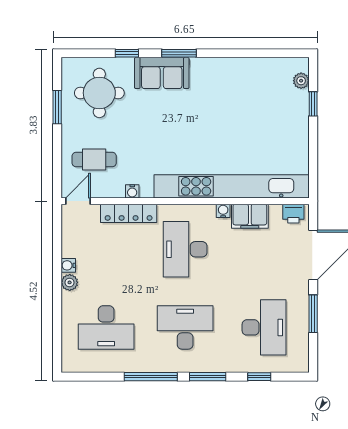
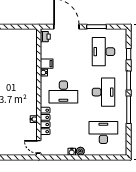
cafe table: (94, 160) -> (18, 139), removed
kitchen unit: (232, 186) -> (31, 68), removed
filing cabinet: (250, 216) -> (47, 64), width x0.50
desk: (106, 327) -> (103, 132), turned -90
desk: (185, 327) -> (103, 92), turned 180
desk: (264, 327) -> (103, 52), turned -90

